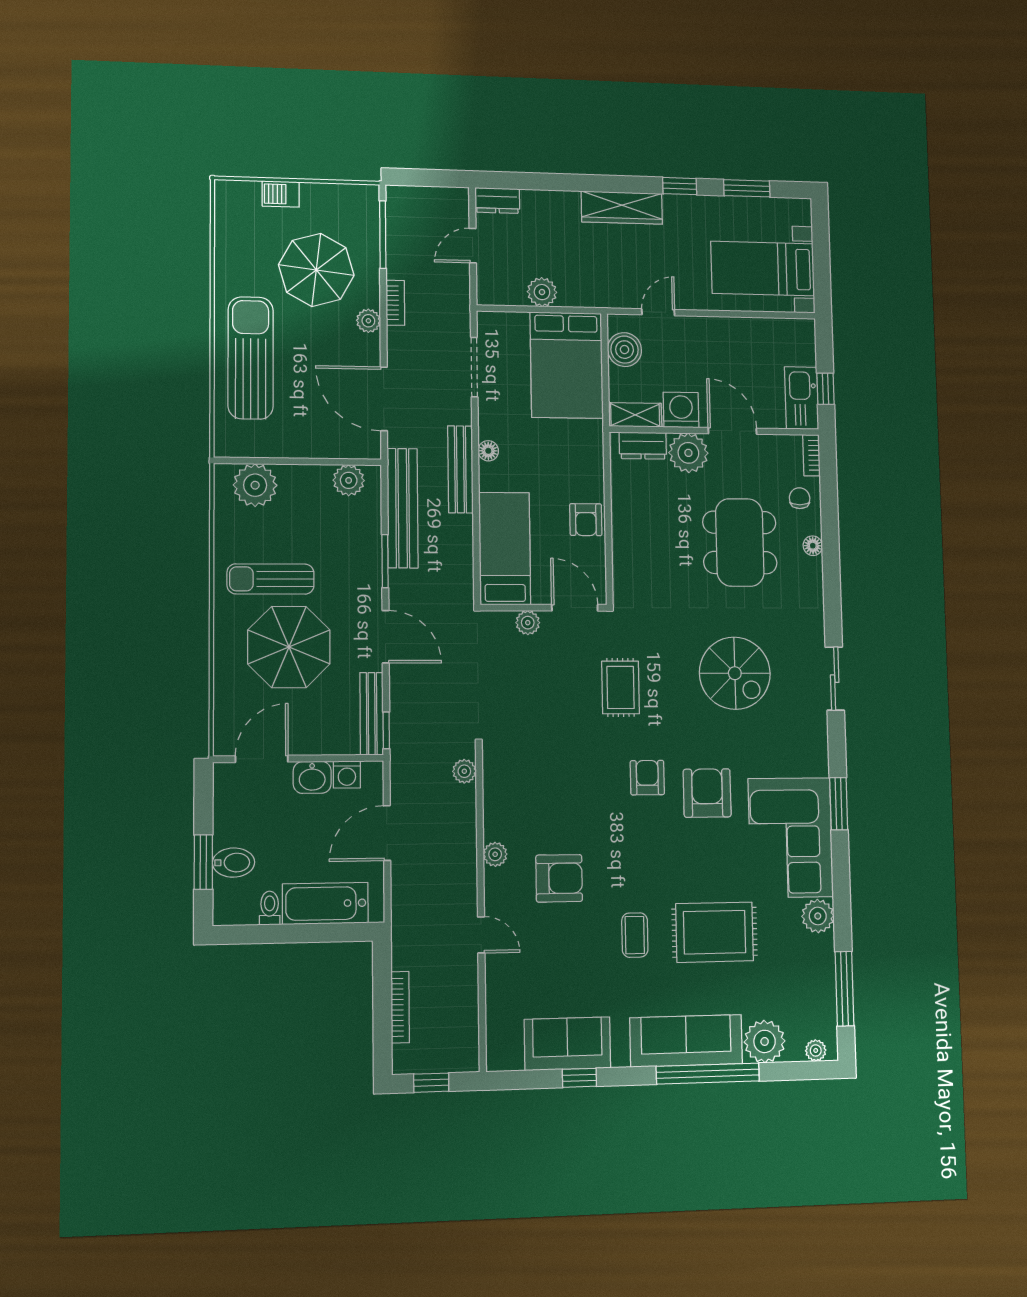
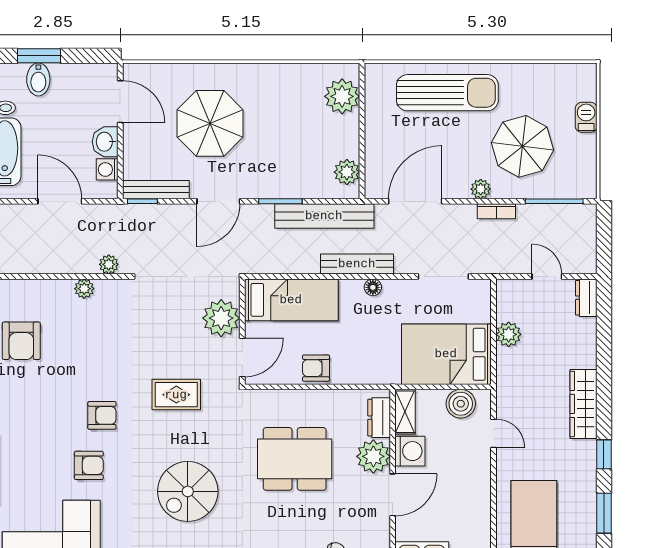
dining table: (740, 542) -> (295, 459), moved
sun lounger: (271, 579) -> (265, 109), removed
plant: (528, 623) -> (221, 318), width x1.87, depth x1.87
armchair: (707, 793) -> (89, 465), width x0.72, depth x0.72
plant: (495, 854) -> (84, 289), moved

